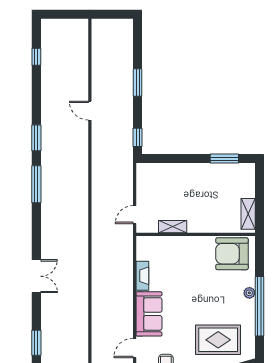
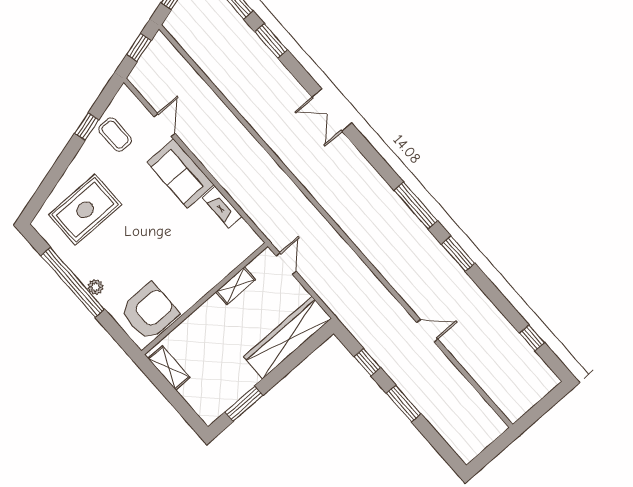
window: (138, 137) -> (367, 362), moved
wardrobe: (169, 174) -> (287, 338), added

